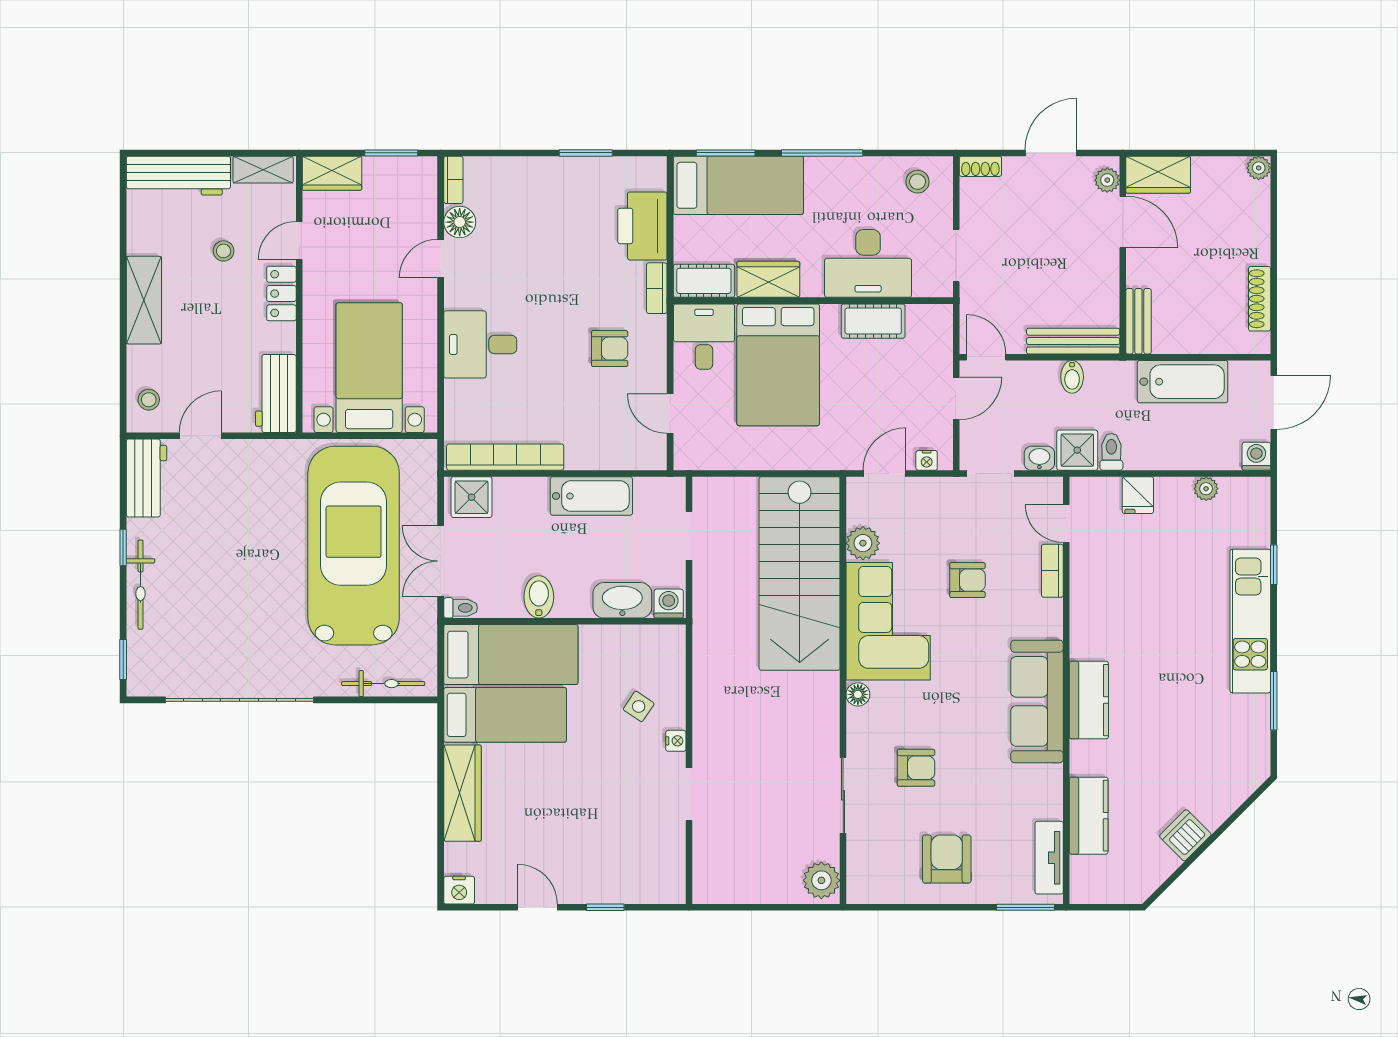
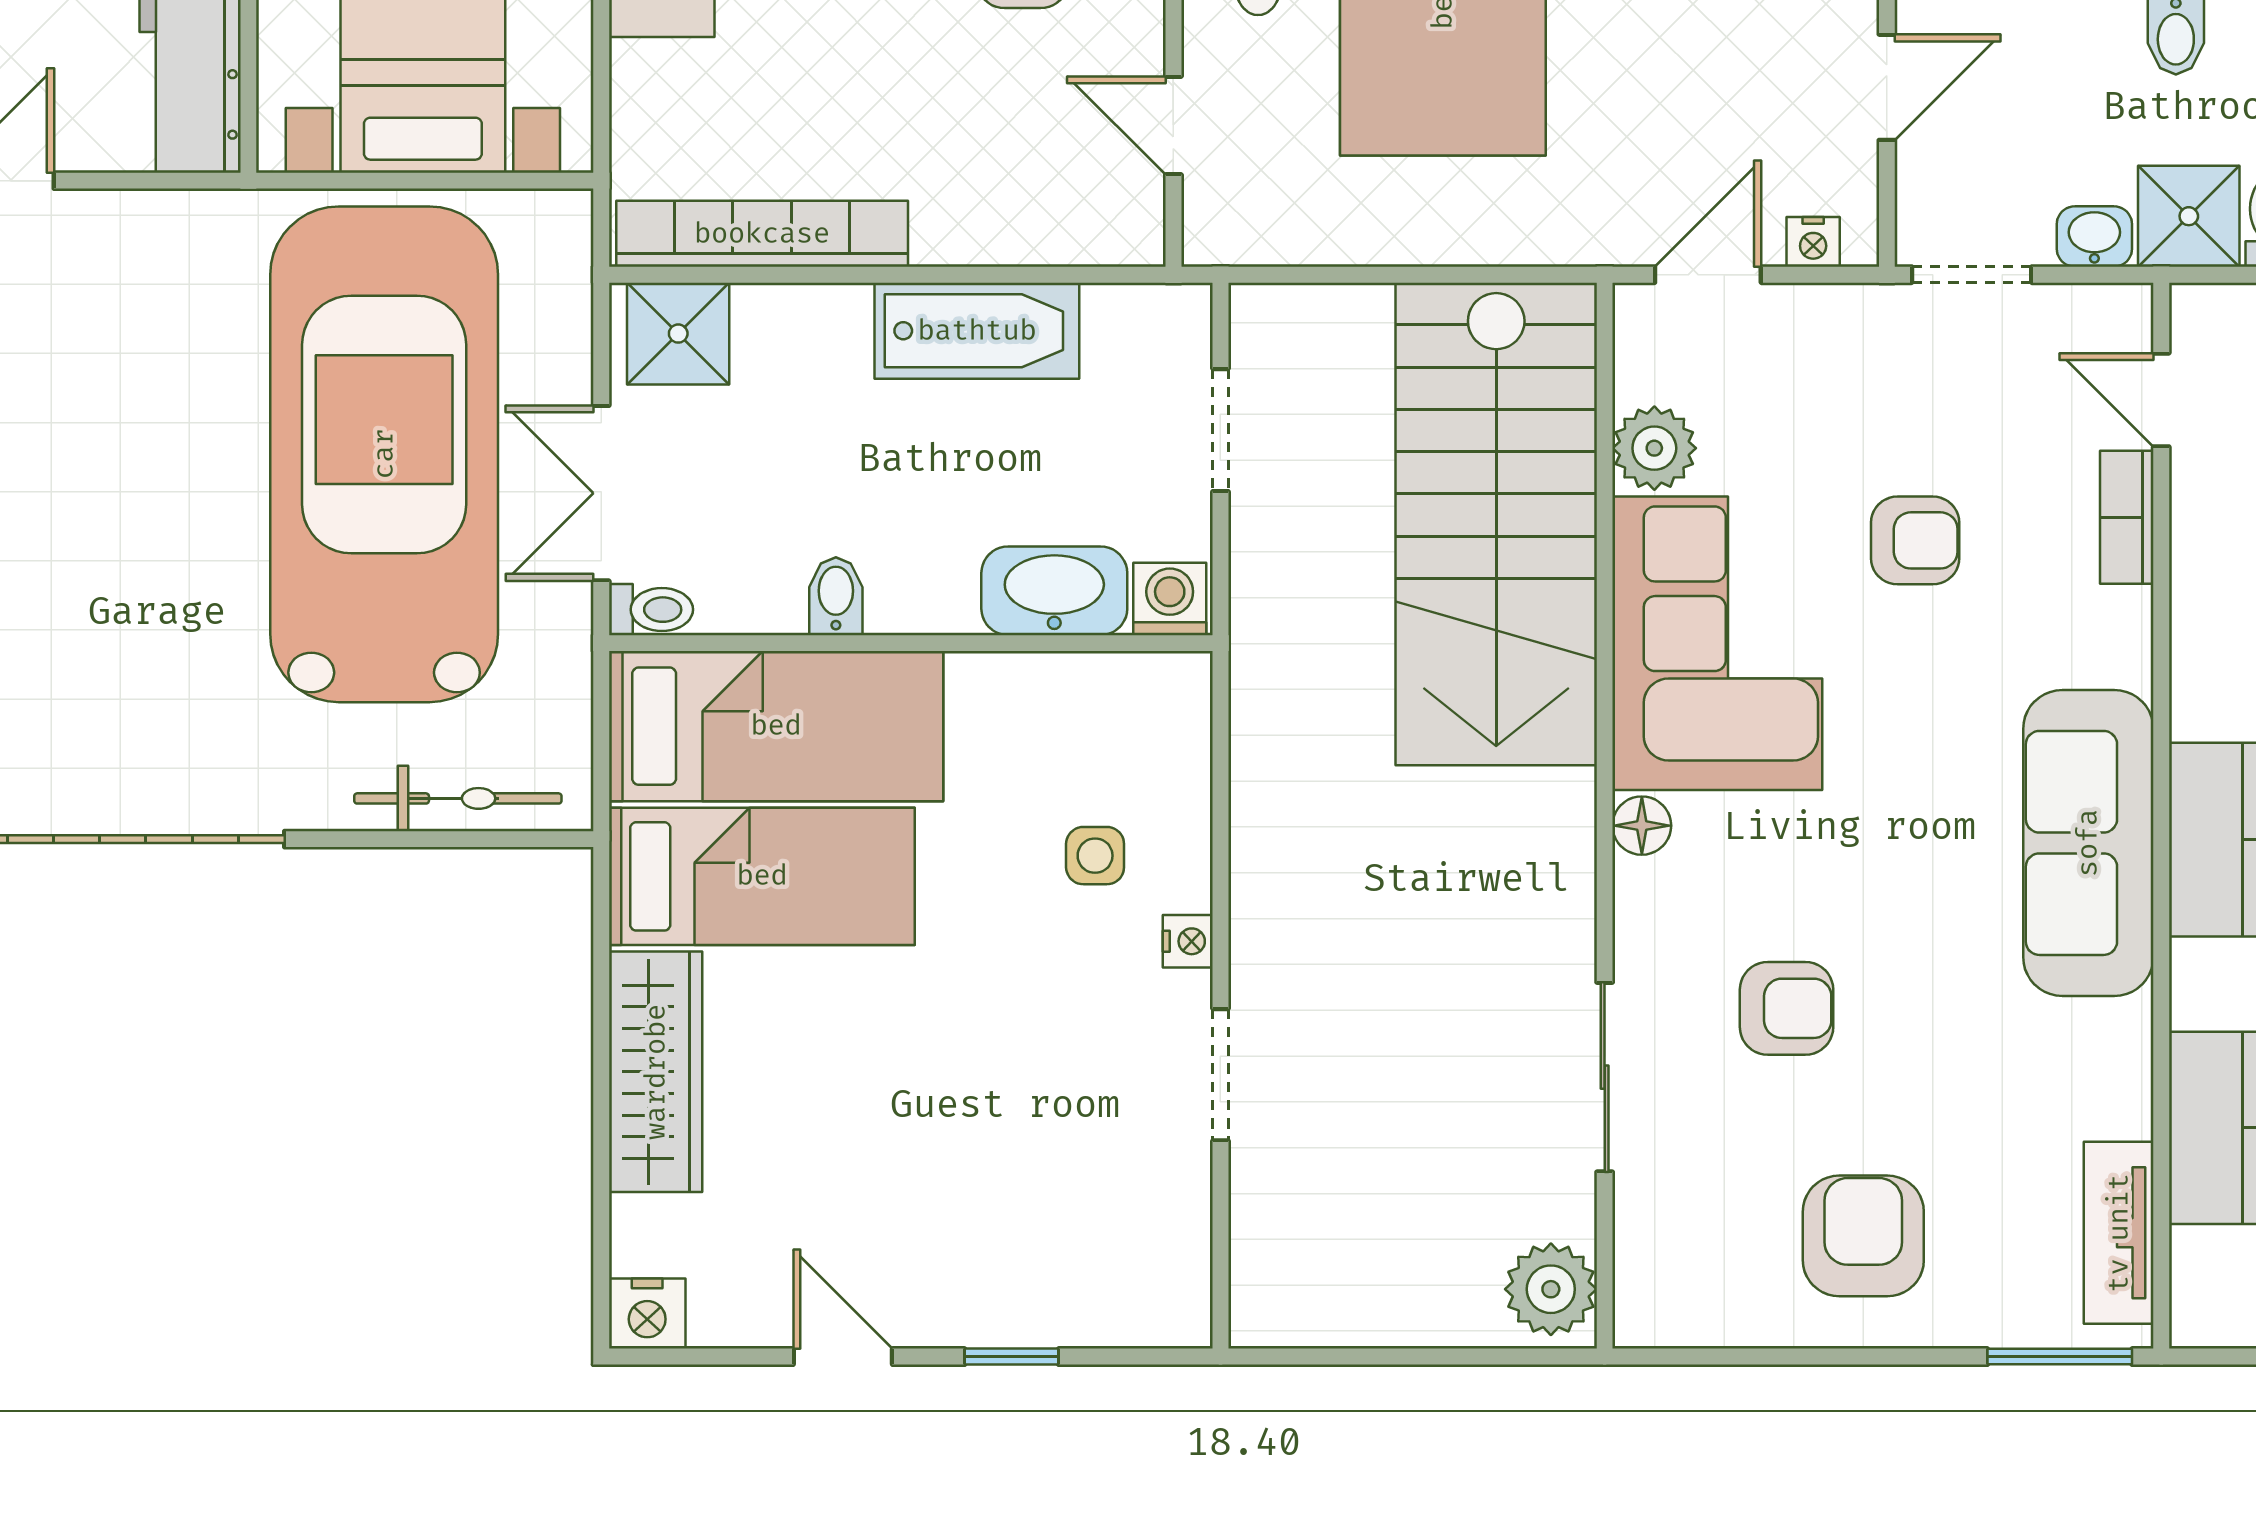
bidet: (539, 597) -> (836, 596), width x0.72, depth x0.74
side table: (639, 706) -> (1095, 856), turned -34

